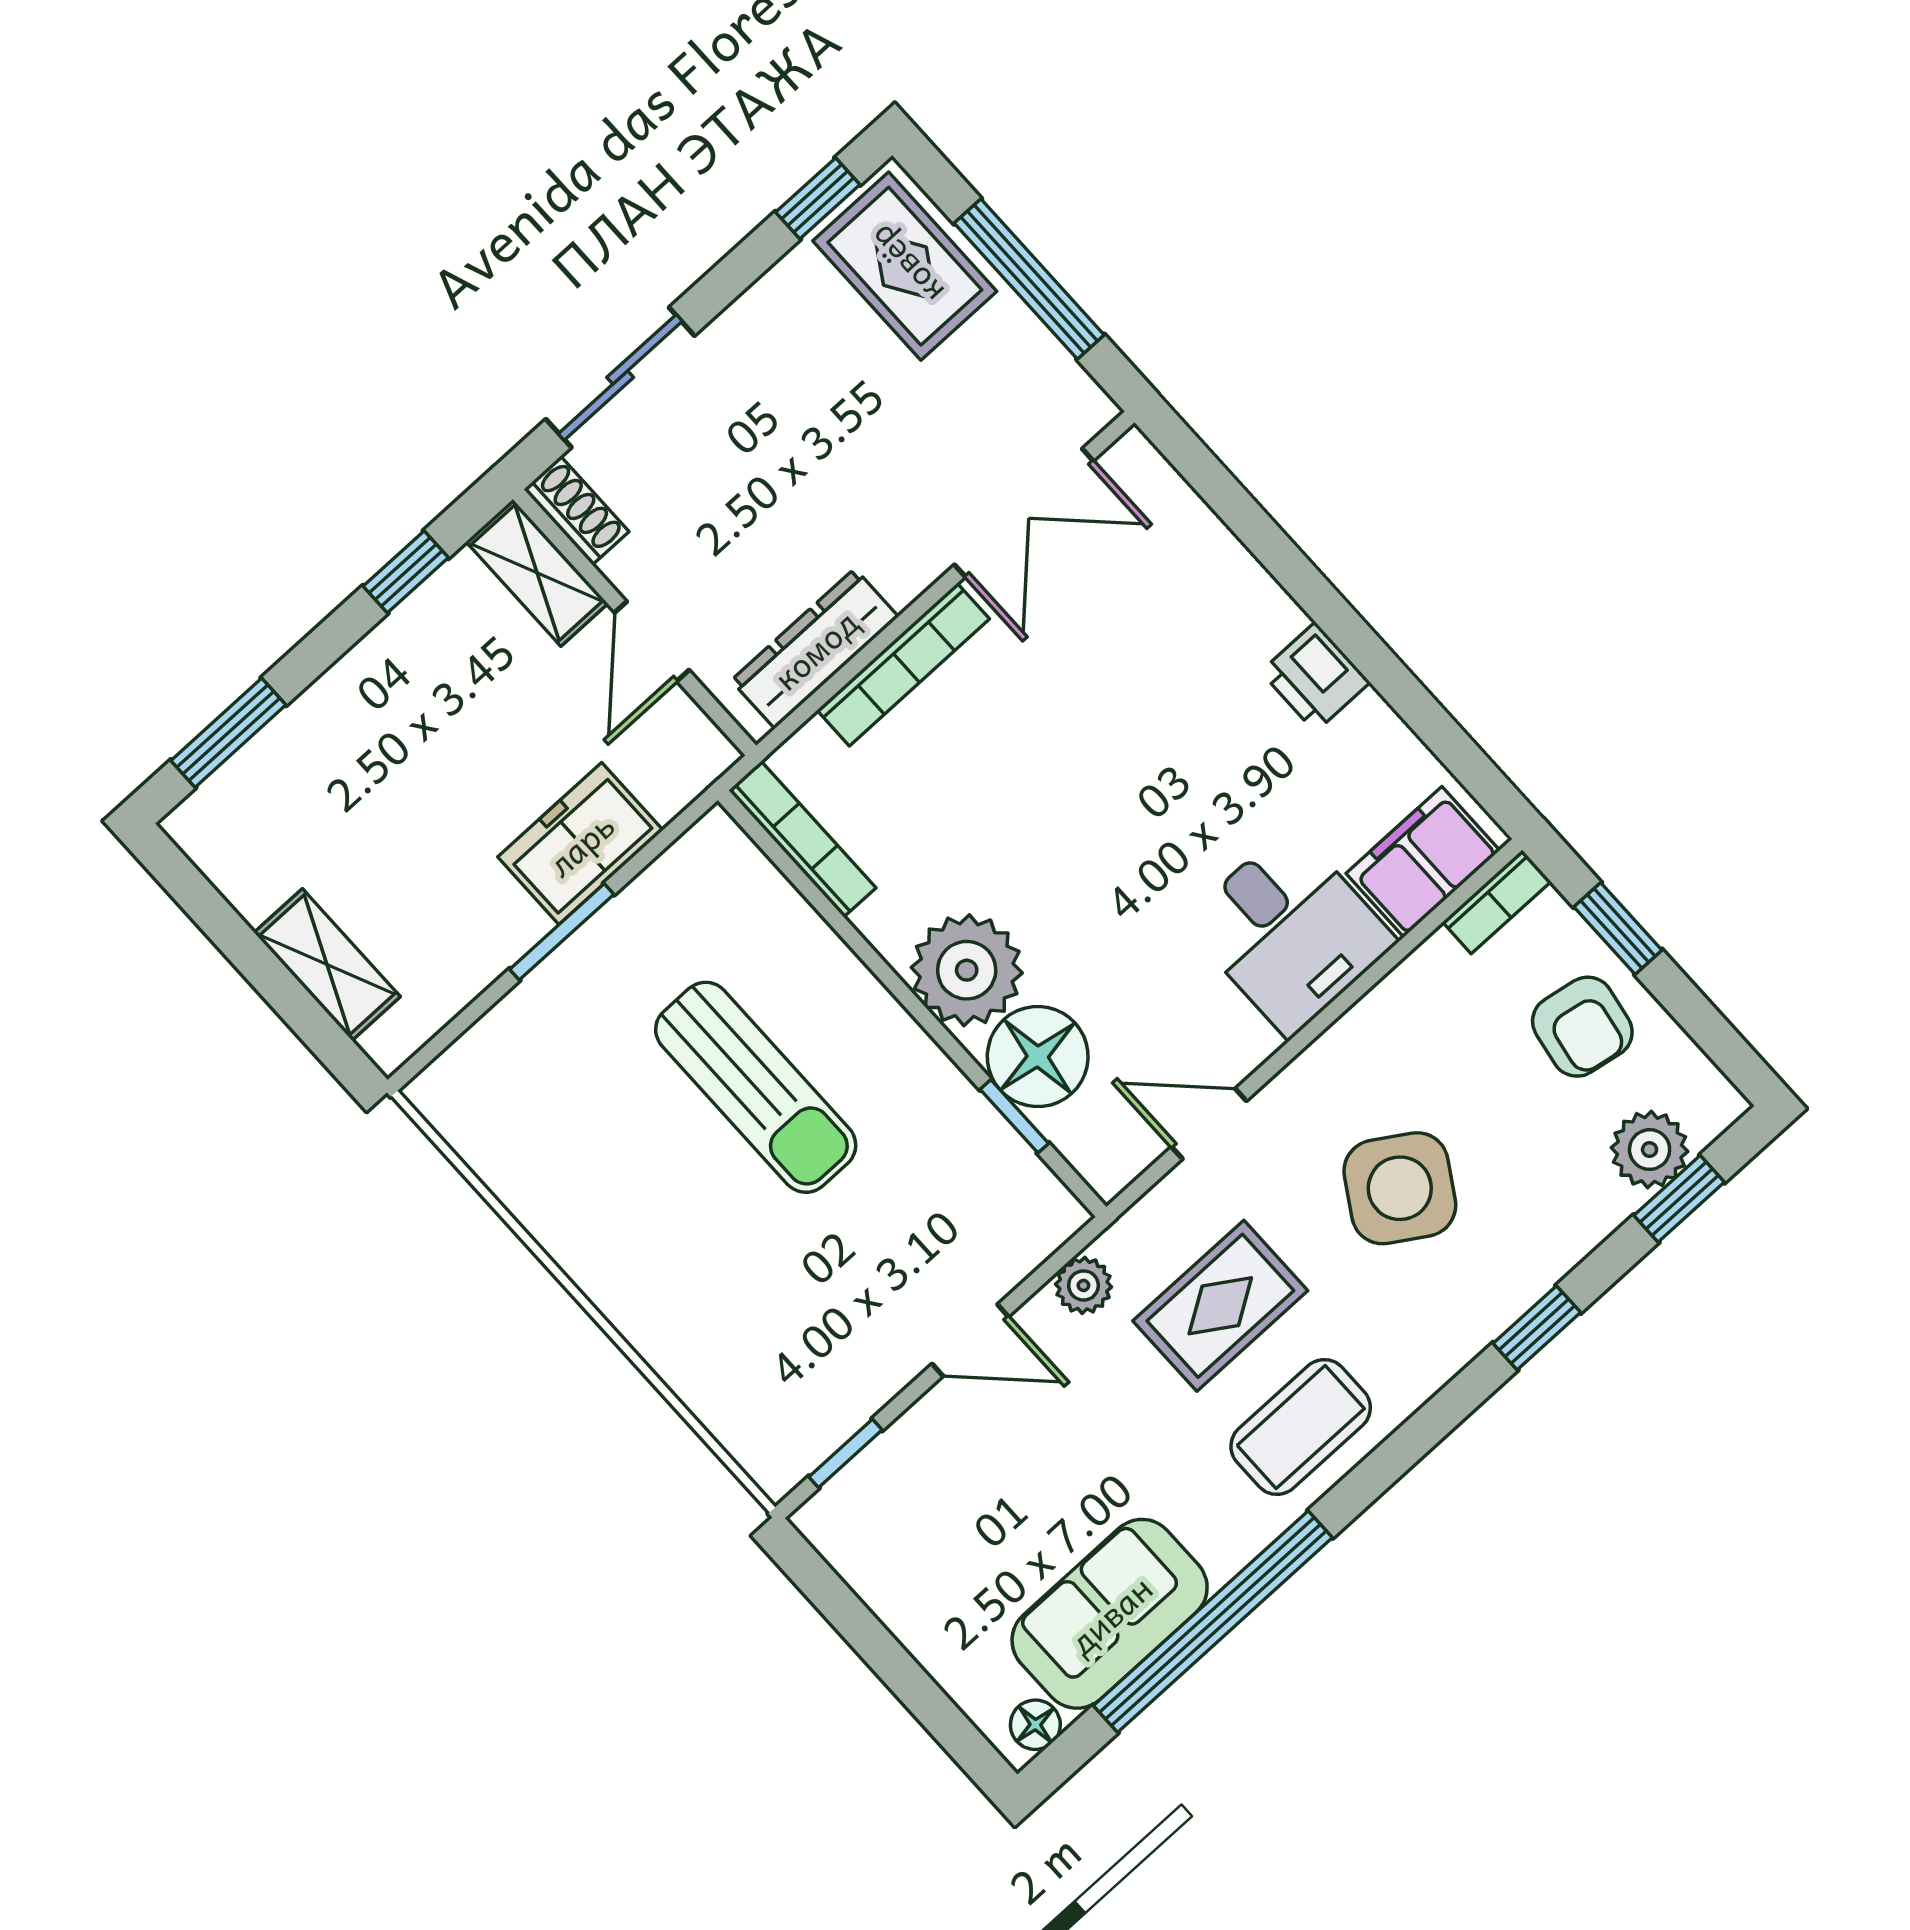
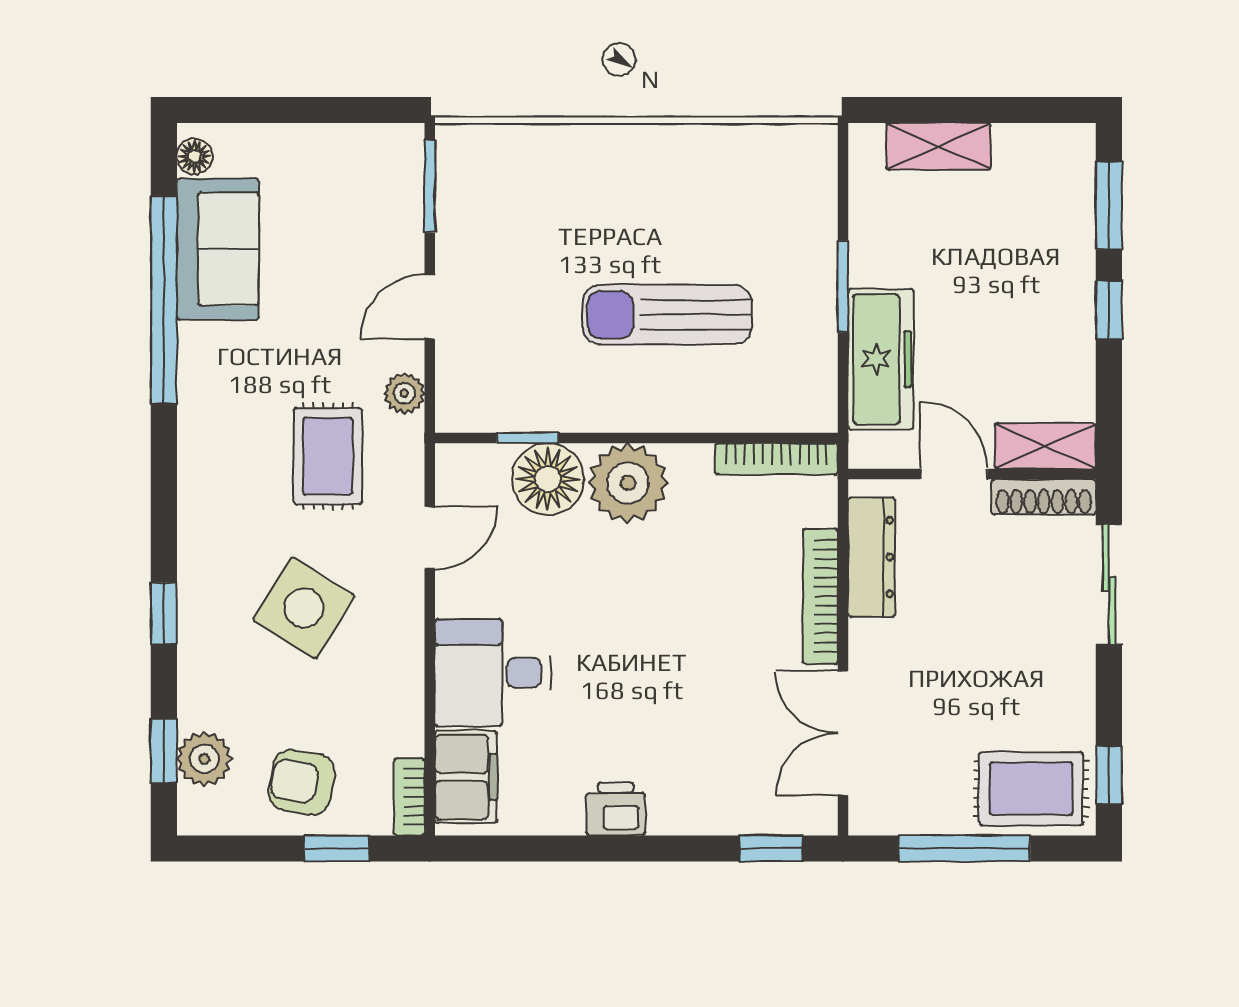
window: (1211, 479) -> (771, 848), added
shoe rack: (576, 510) -> (1044, 497), width x1.43
window: (406, 572) -> (1109, 310), moved
freezer: (580, 844) -> (881, 359), width x1.40
coffee table: (1301, 1427) -> (225, 440), removed
window: (845, 1453) -> (430, 186), width x1.50

